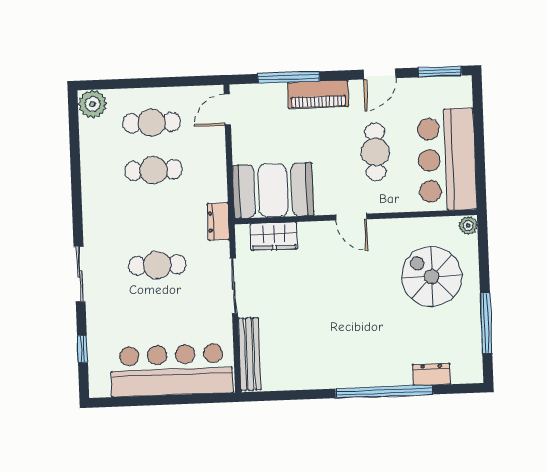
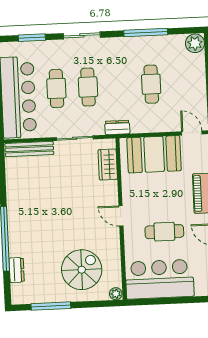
cafe table: (152, 123) -> (56, 88), moved
window: (76, 178) -> (146, 32), added
booth: (273, 190) -> (154, 154), moved, turned 90
door: (351, 217) -> (121, 216), hinge flipped
window: (82, 349) -> (32, 38), width x1.50

